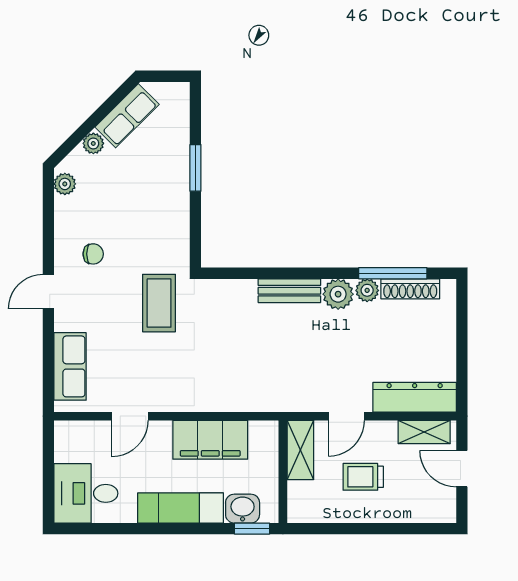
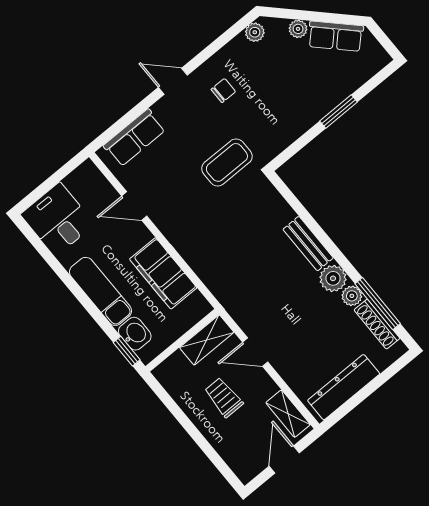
chair: (93, 254) -> (223, 91), turned -90
dresser: (415, 397) -> (344, 387), moved, turned -90

